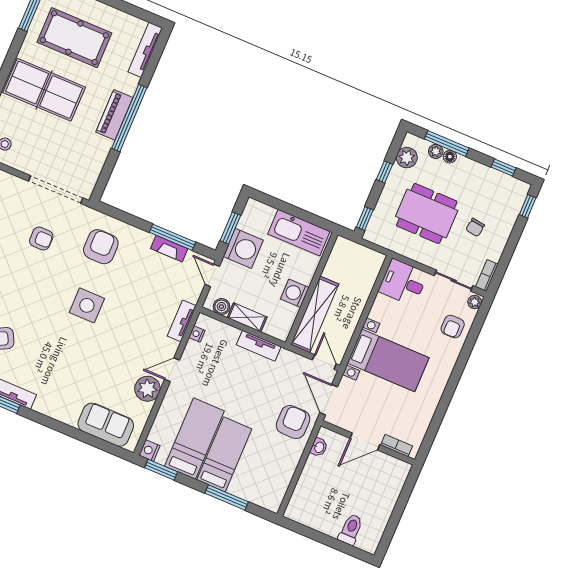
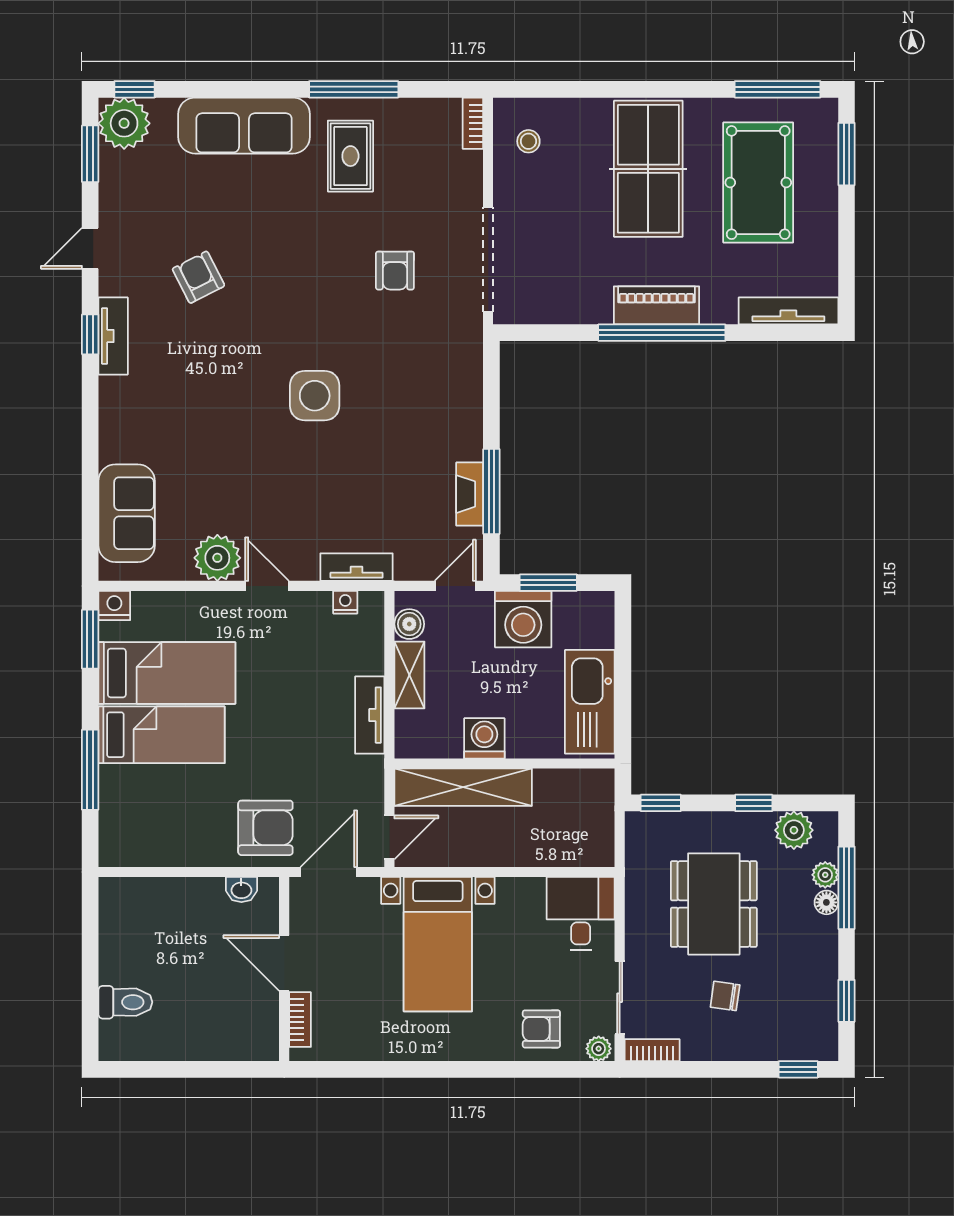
armchair: (101, 247) -> (424, 377), removed

